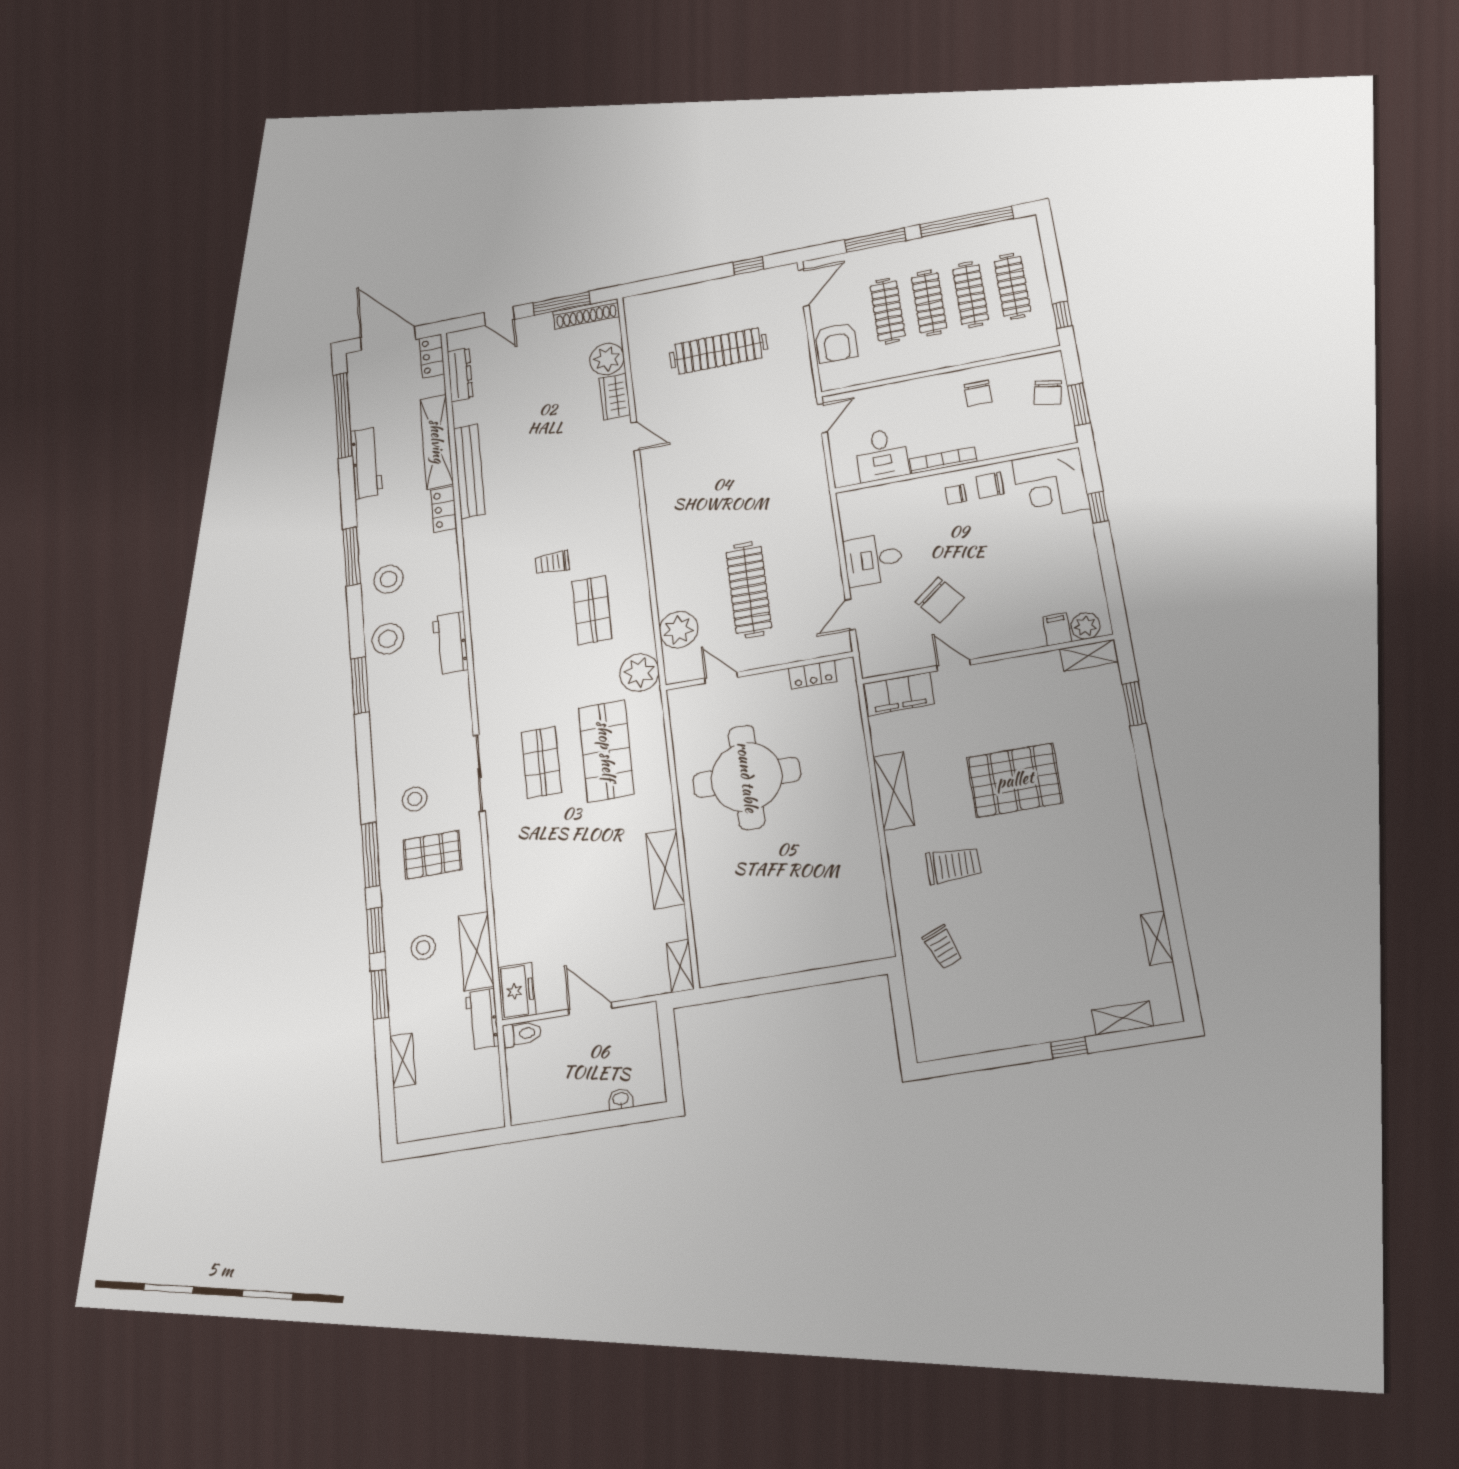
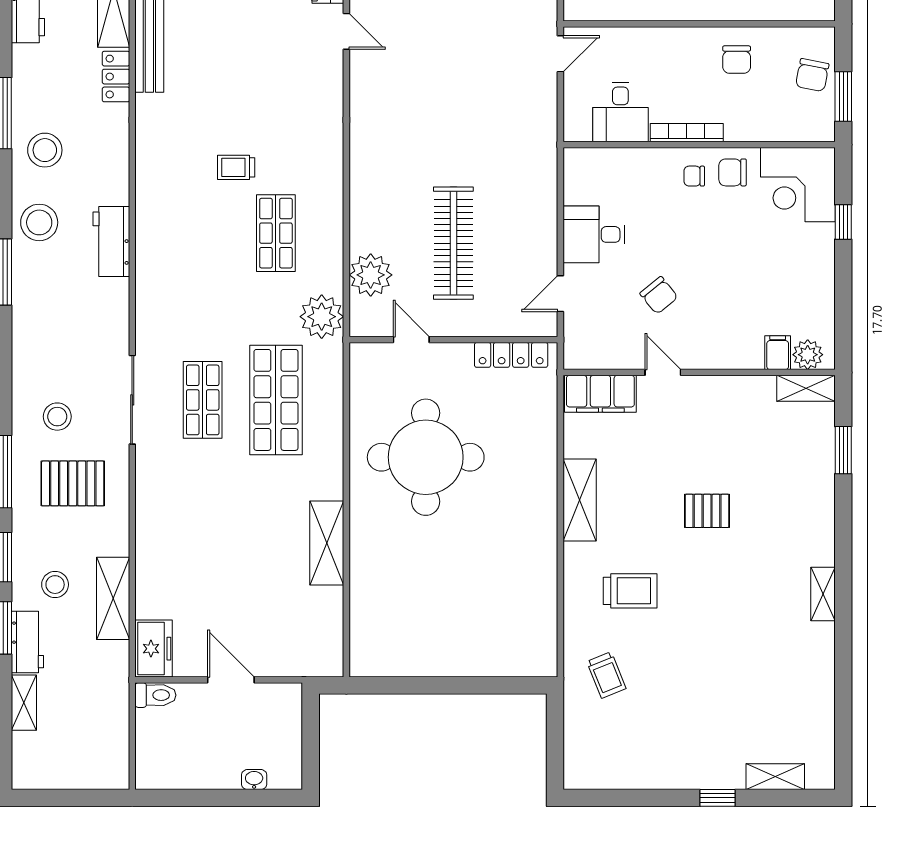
chair: (940, 600) -> (659, 295), width x0.73, depth x0.73
locker: (813, 675) -> (511, 355), width x1.53
pallet: (1015, 780) -> (707, 511), width x0.49, depth x0.50
shelving: (1157, 938) -> (823, 594), moved
shelving: (680, 966) -> (332, 650), removed
workbench: (482, 1019) -> (27, 642), moved, turned 180

